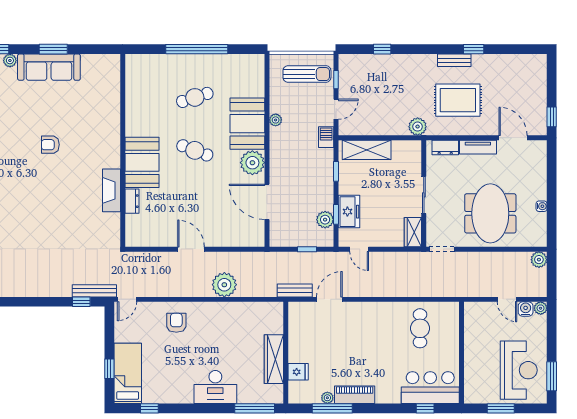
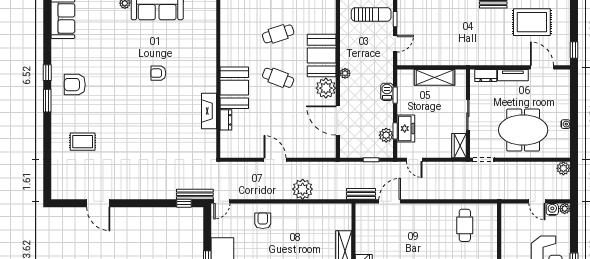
rug: (458, 100) -> (532, 22), moved
plant: (276, 120) -> (345, 73), moved
plant: (418, 127) -> (463, 58), removed
barbecue: (326, 137) -> (387, 92), moved
shelving: (367, 150) -> (435, 77), moved
meeting table: (490, 213) -> (523, 130), turned 90

